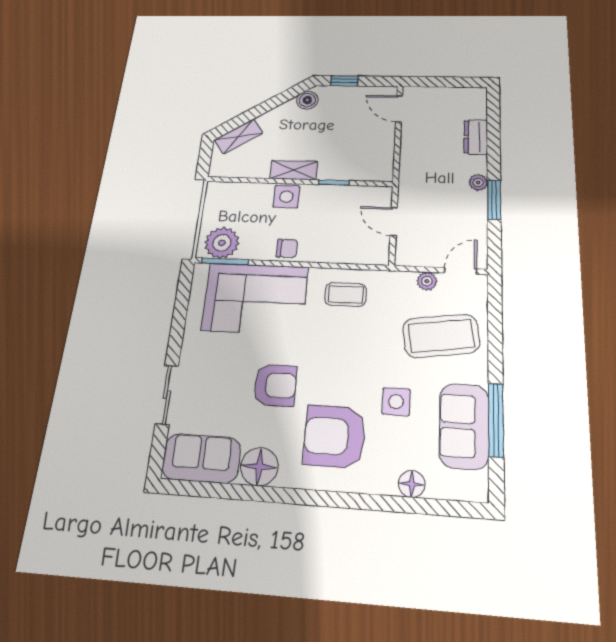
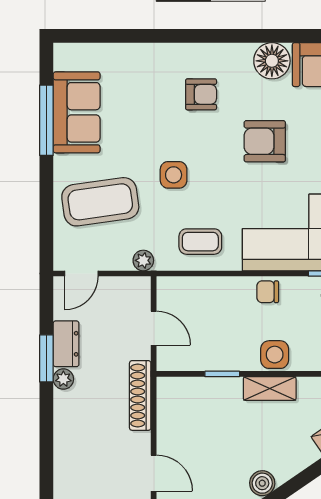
dresser: (476, 137) -> (66, 344), moved
shoe rack: (408, 168) -> (140, 395), added
plant: (427, 281) -> (143, 260), moved
side table: (396, 402) -> (174, 175), moved
armchair: (335, 436) -> (201, 94), width x0.53, depth x0.53
floor lamp: (412, 484) -> (125, 55), removed

